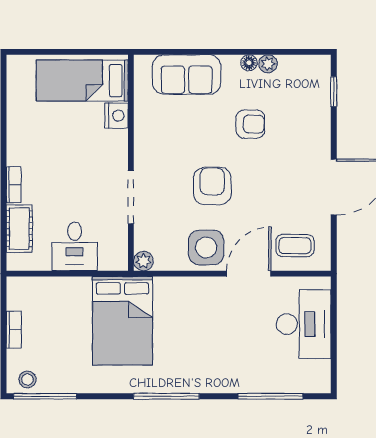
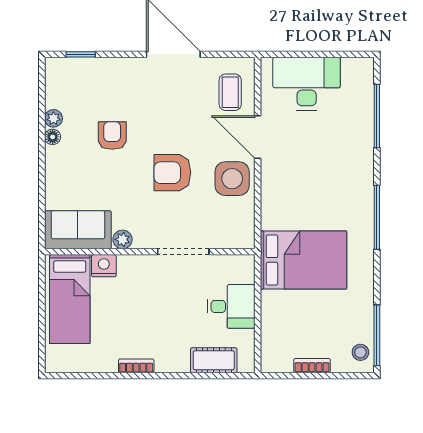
sofa: (187, 74) -> (78, 230), moved, turned -90
bookcase: (14, 185) -> (136, 366), moved
plant: (143, 261) -> (123, 239), moved

